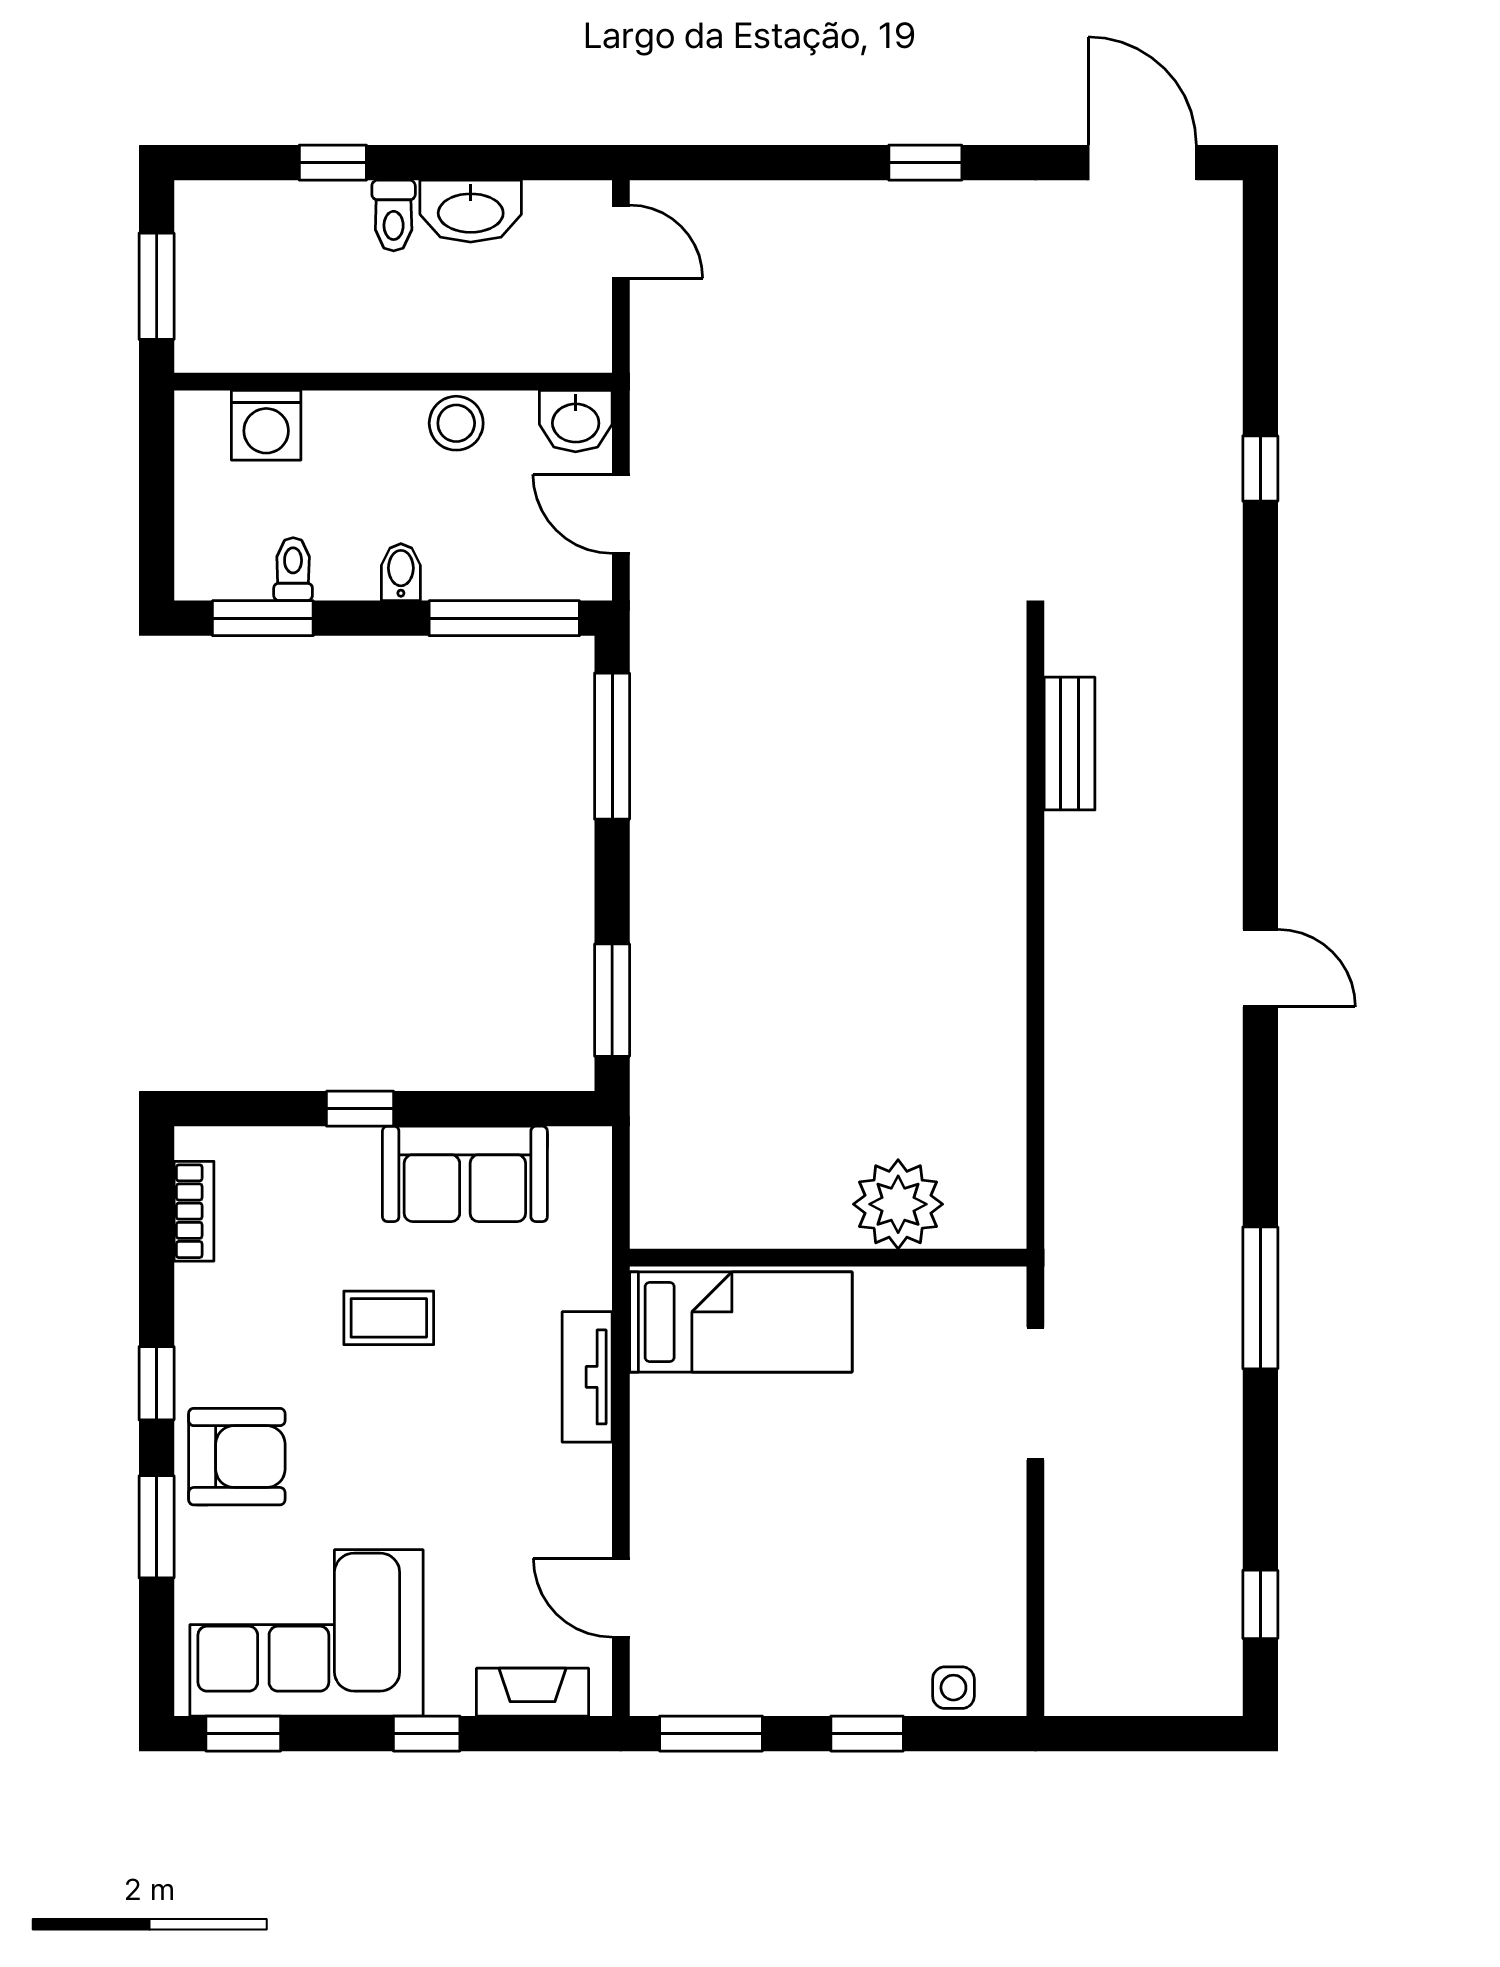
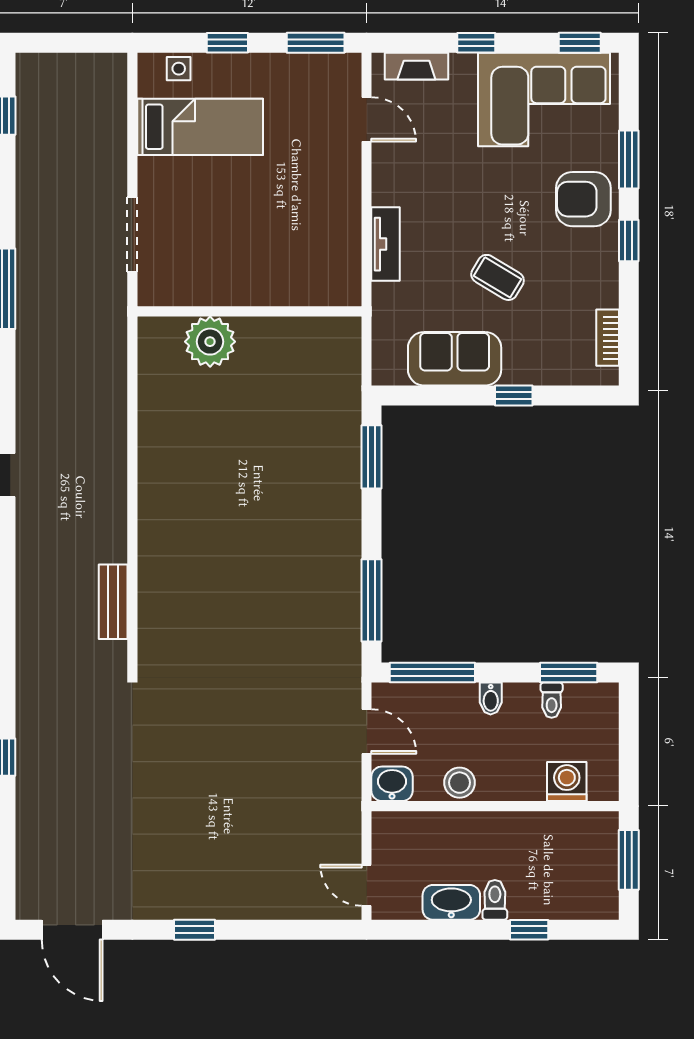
coffee table: (389, 1318) -> (498, 277), turned 31
bed: (741, 1322) -> (200, 127), moved, turned 180

